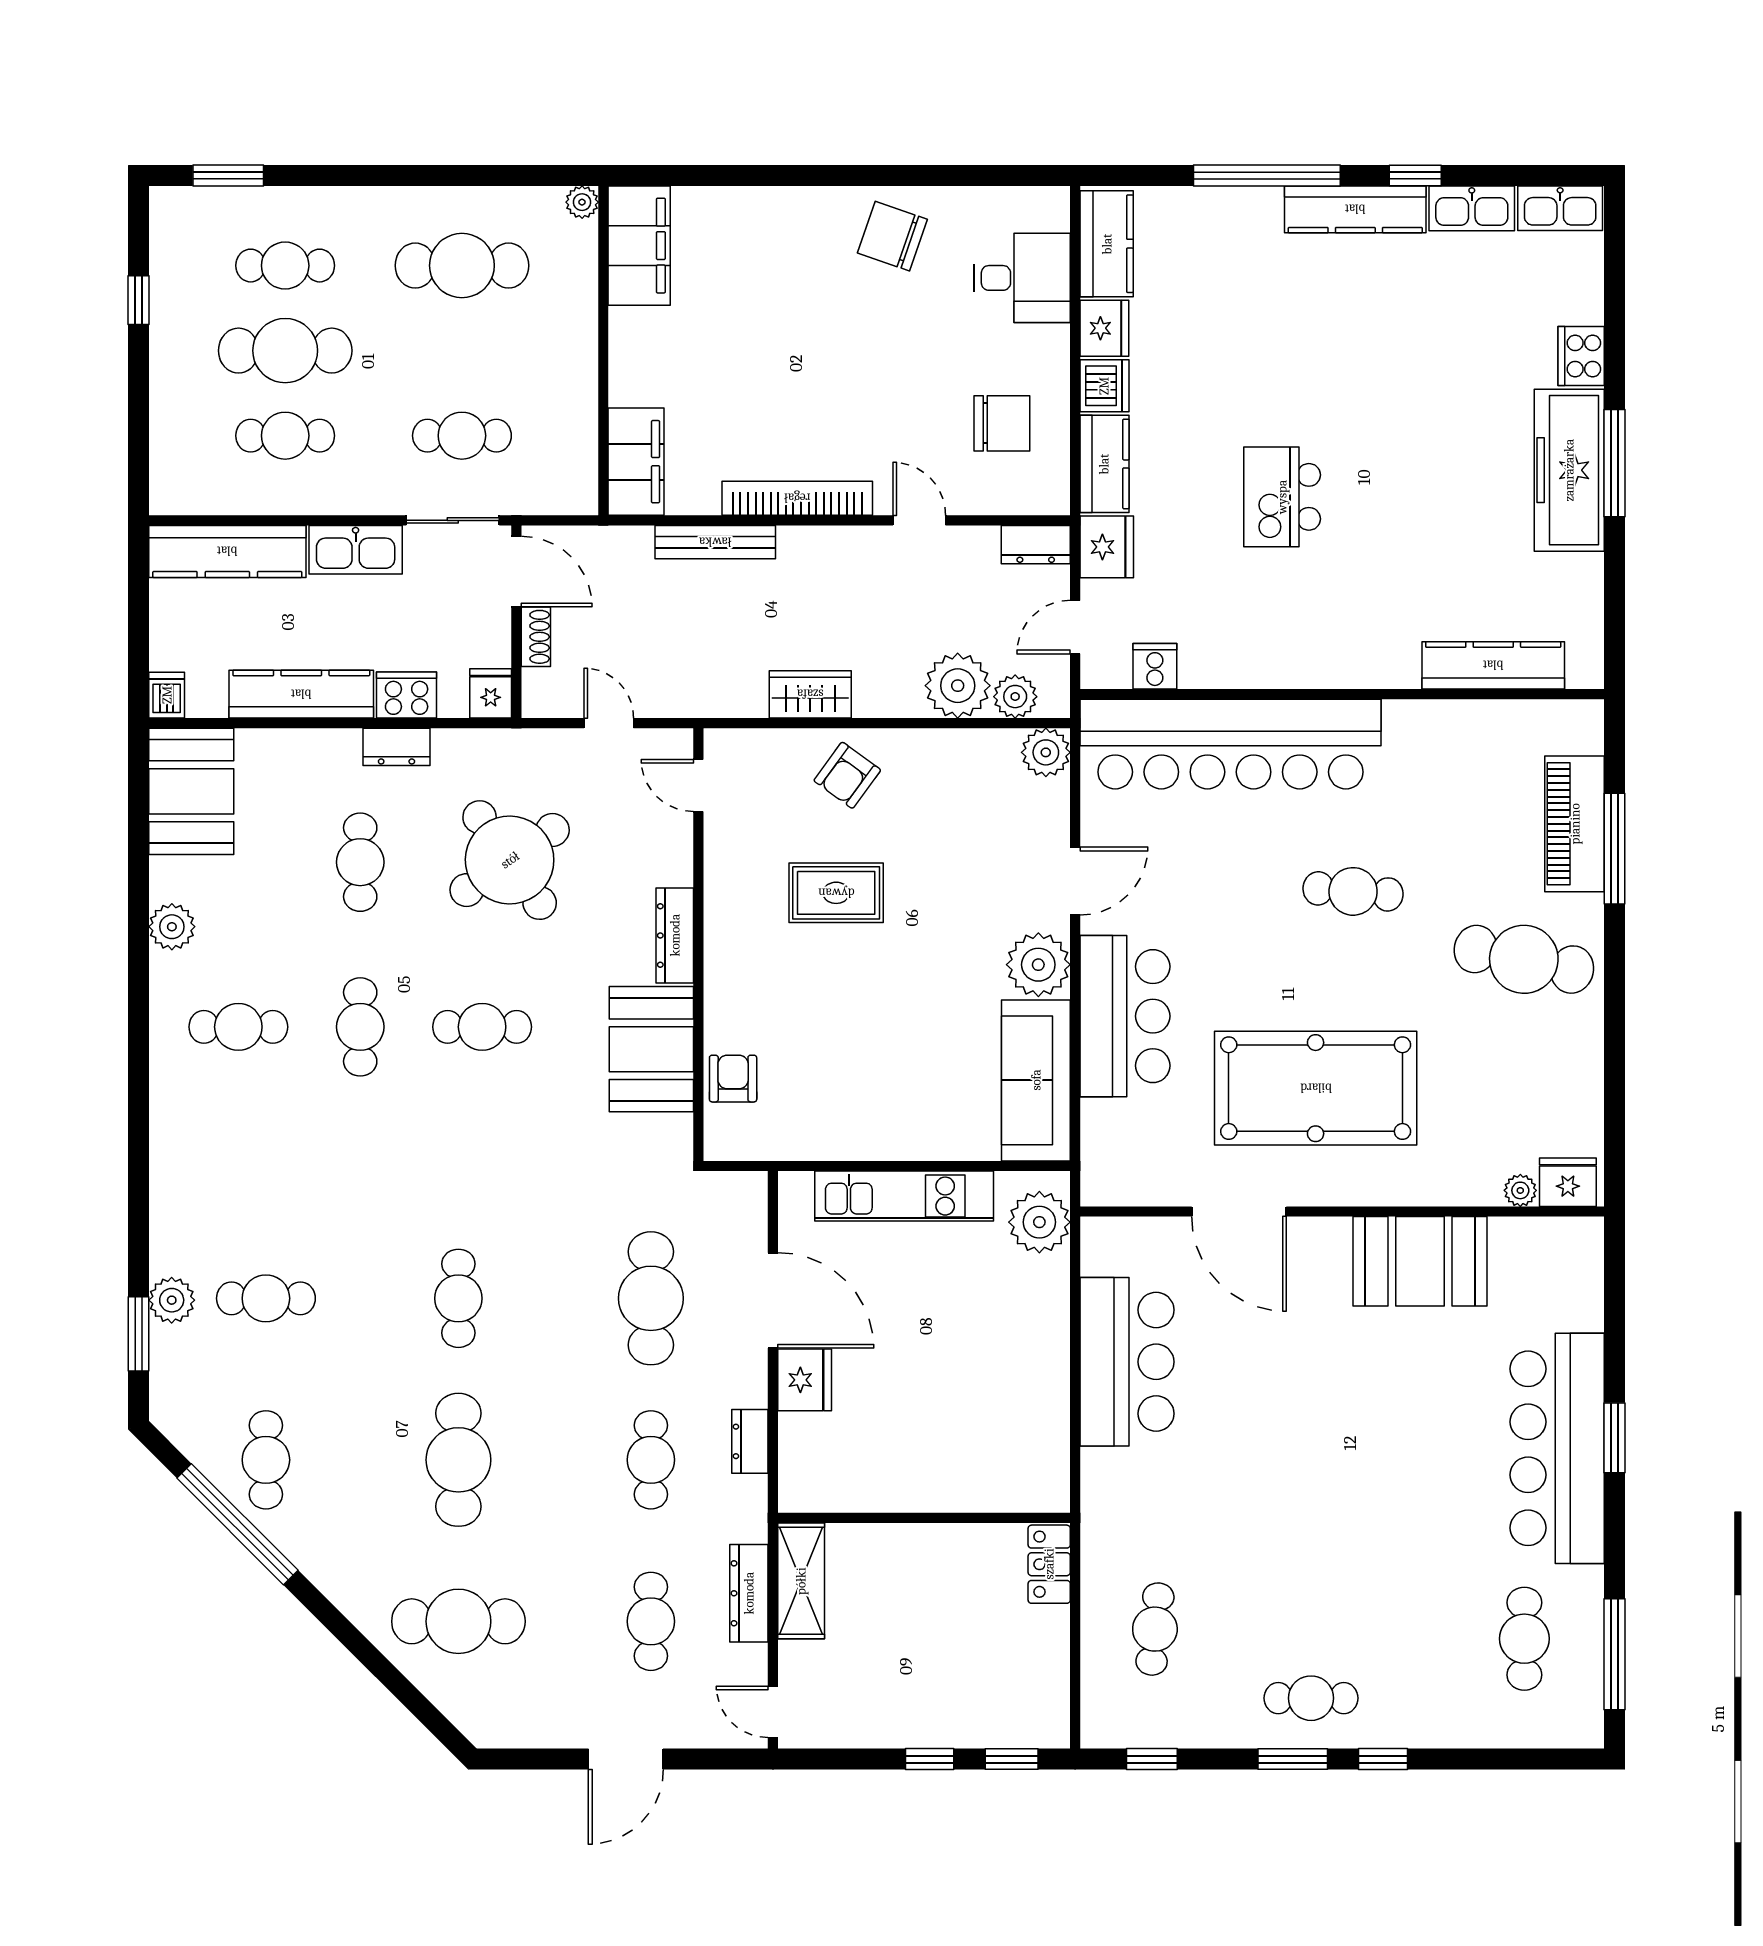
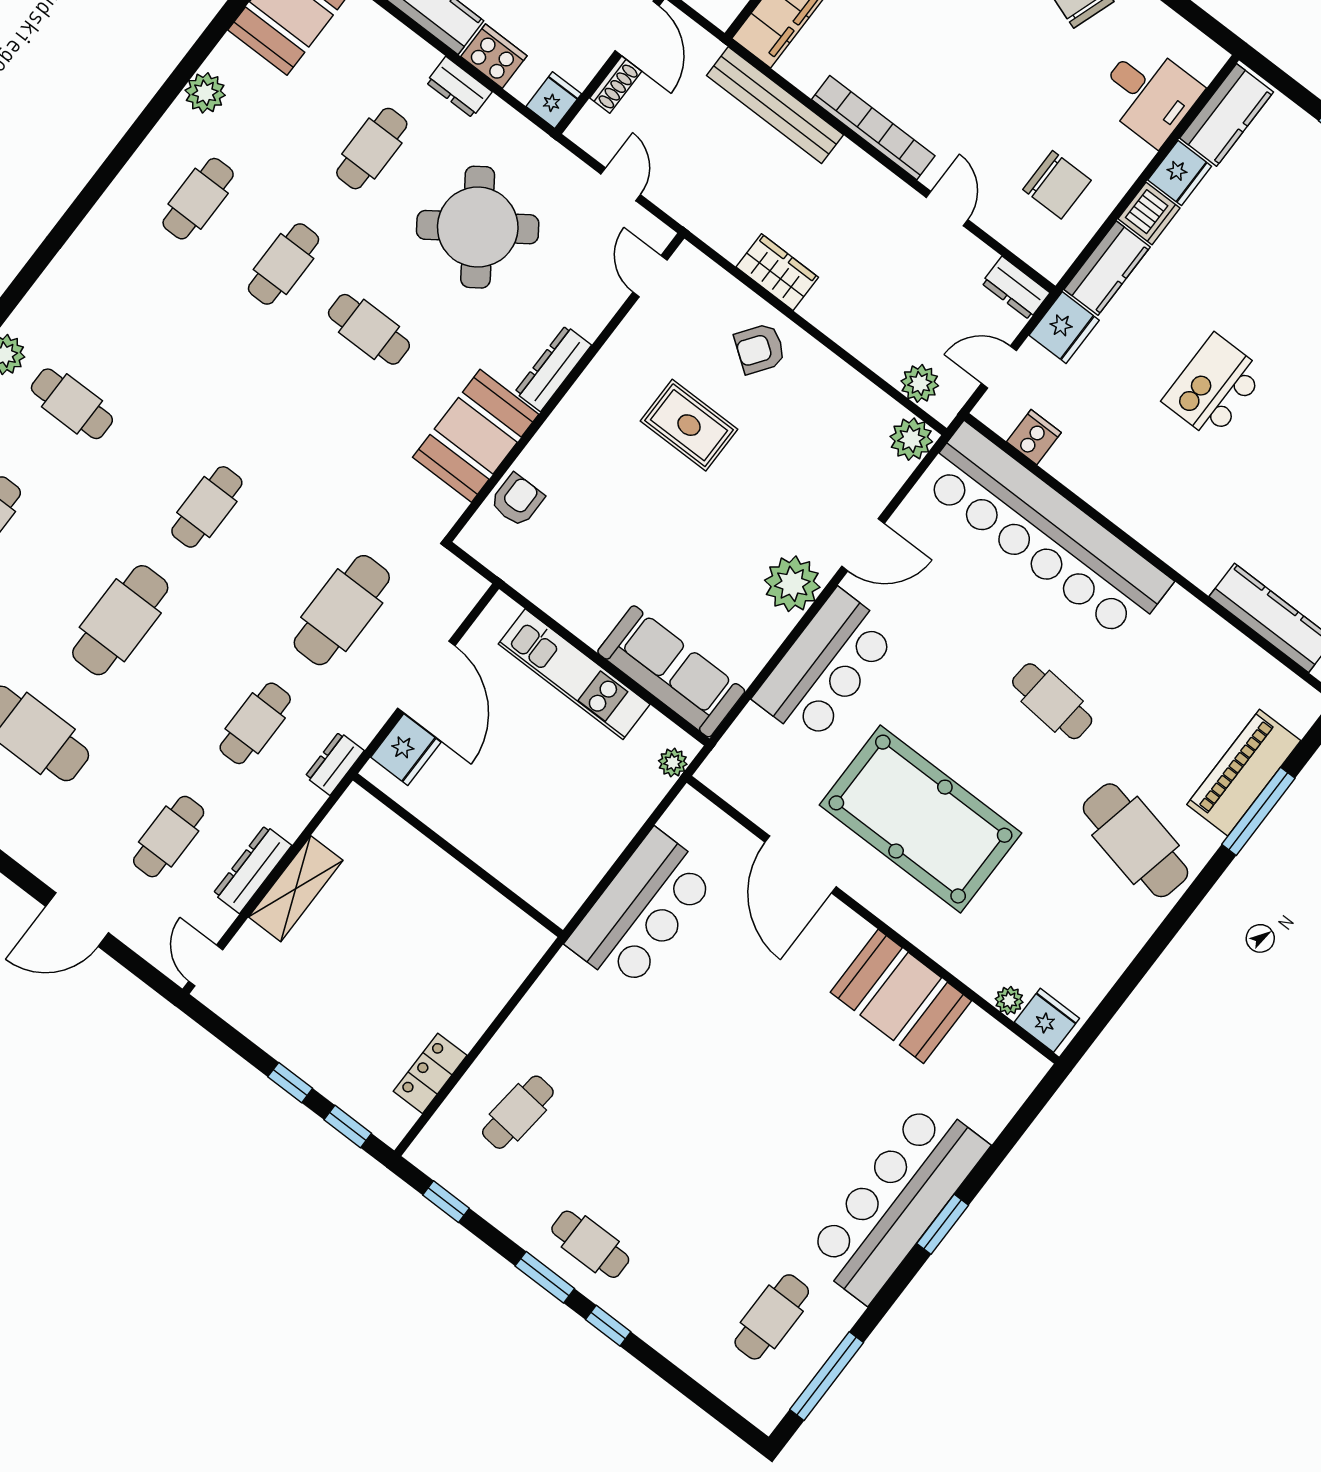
bench: (715, 542) -> (775, 105), width x1.37, depth x1.21
plant: (958, 686) -> (885, 345), removed
cafe table: (238, 1027) -> (198, 199), turned 90
sofa: (1036, 1080) -> (671, 671), moved, turned 90
plant: (1039, 1222) -> (673, 763), width x0.53, depth x0.53
wall: (924, 1518) -> (458, 855), moved
locker: (1049, 1564) -> (430, 1073), moved

